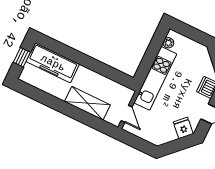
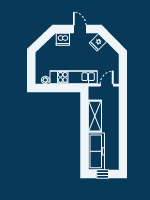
shelving: (87, 103) -> (95, 116), moved

